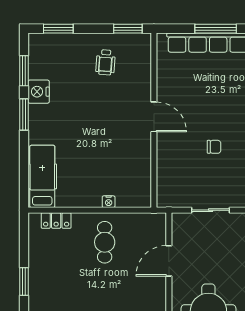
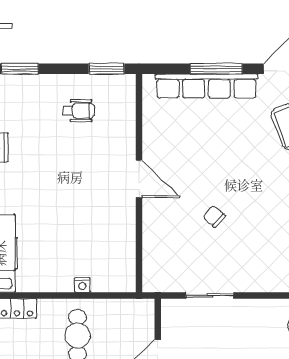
wheelchair: (105, 62) -> (79, 111), turned -94
chair: (214, 147) -> (214, 216), turned -138

